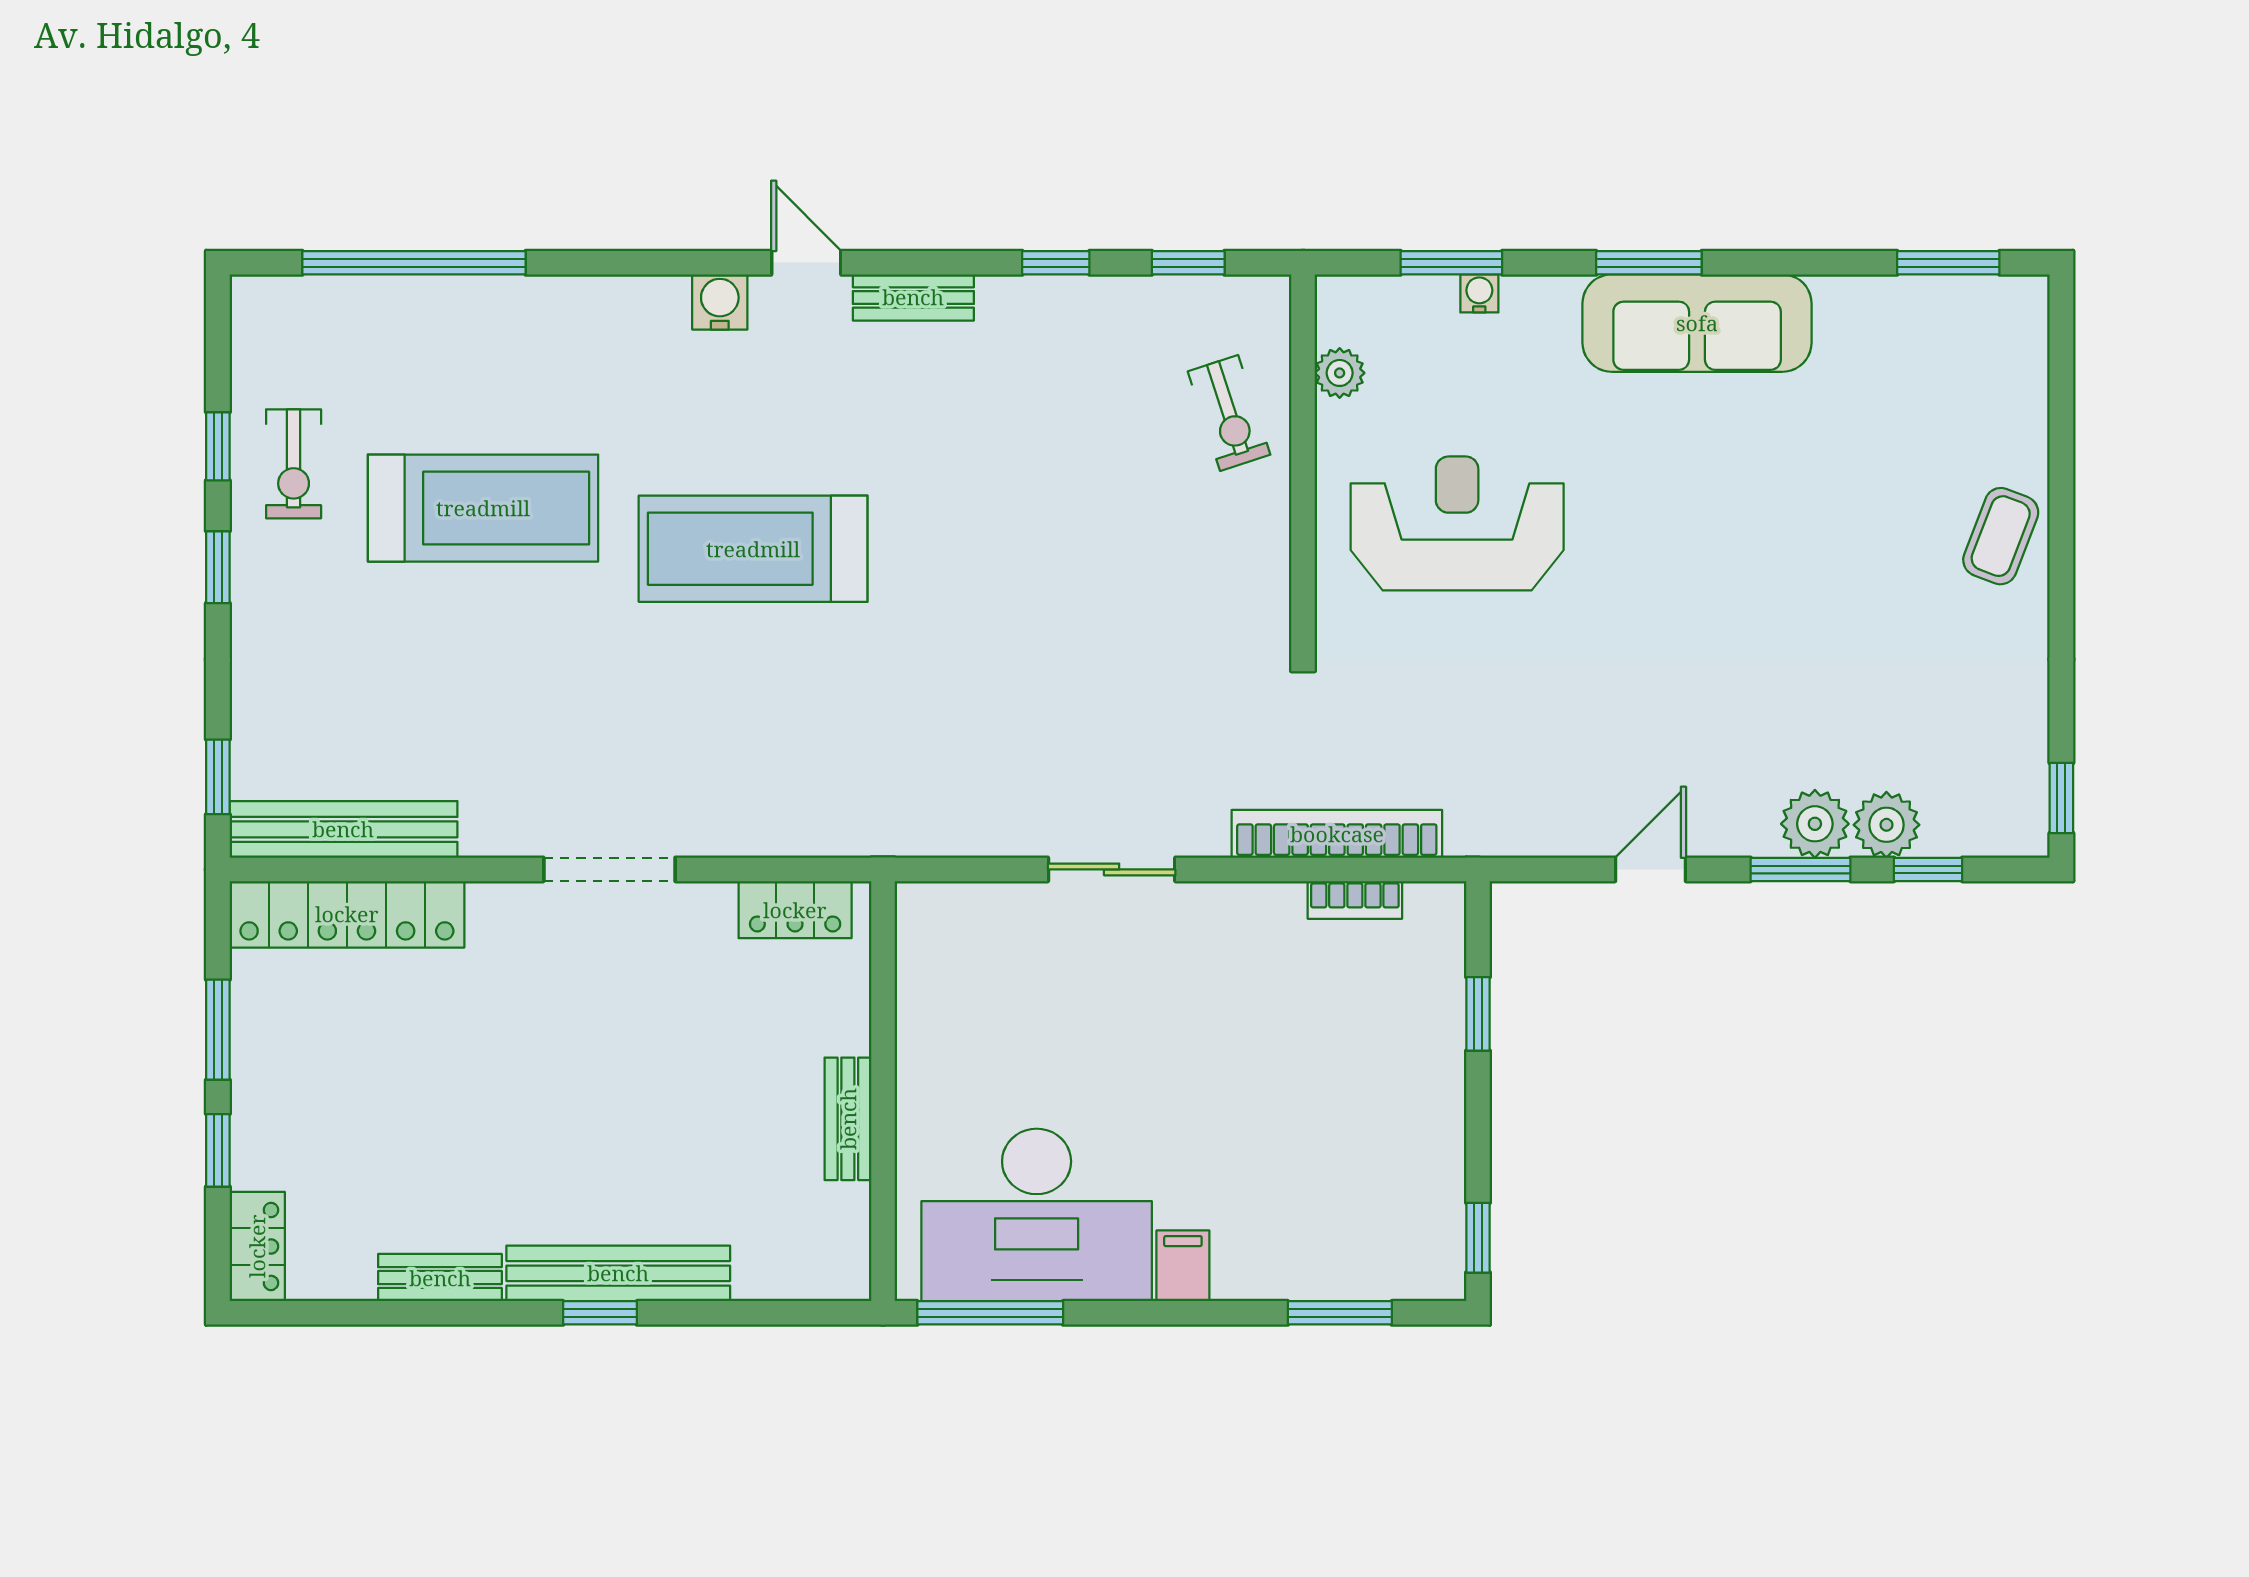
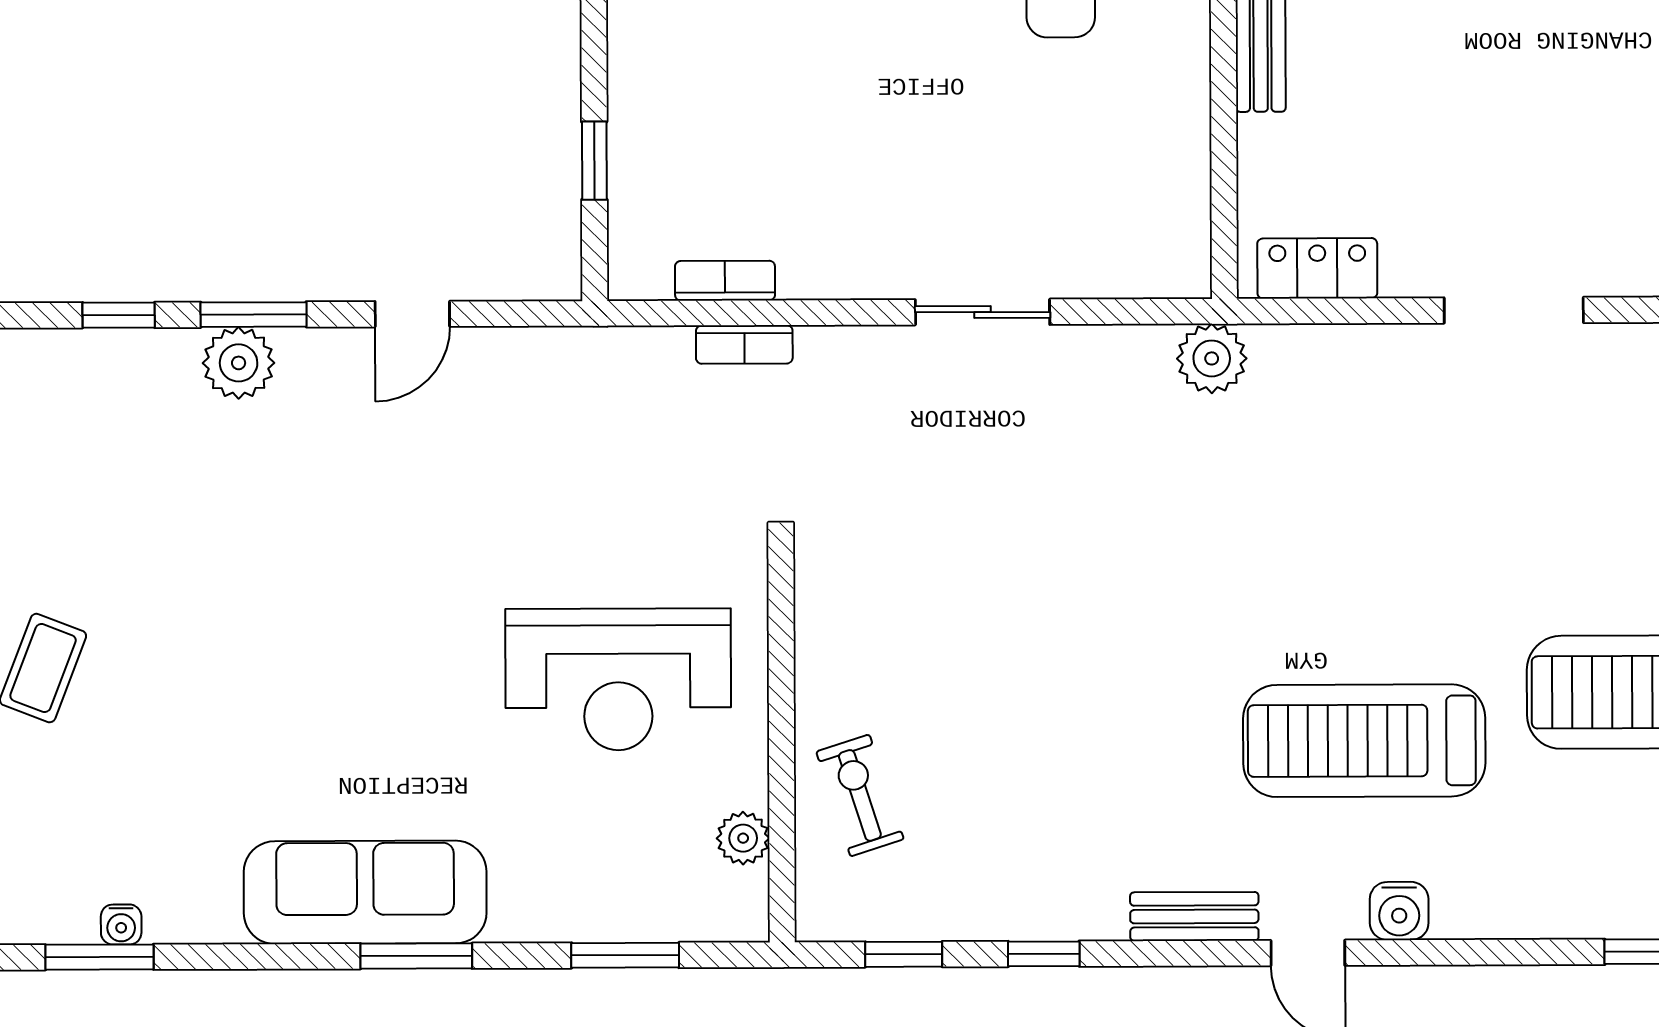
water cooler: (1479, 293) -> (121, 925), moved
treadmill: (753, 549) -> (1364, 741), moved, turned 180
plant: (1886, 825) -> (1212, 358), moved
bookcase: (1337, 834) -> (744, 344), width x0.43, depth x0.76

